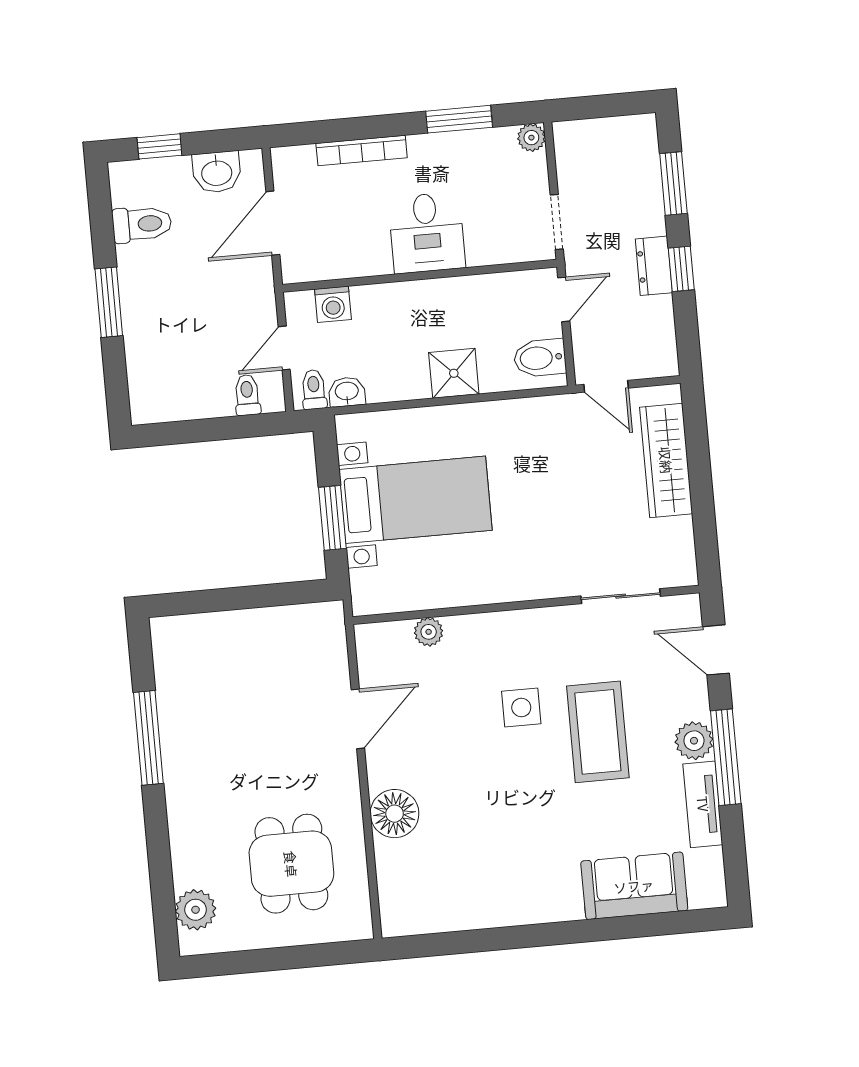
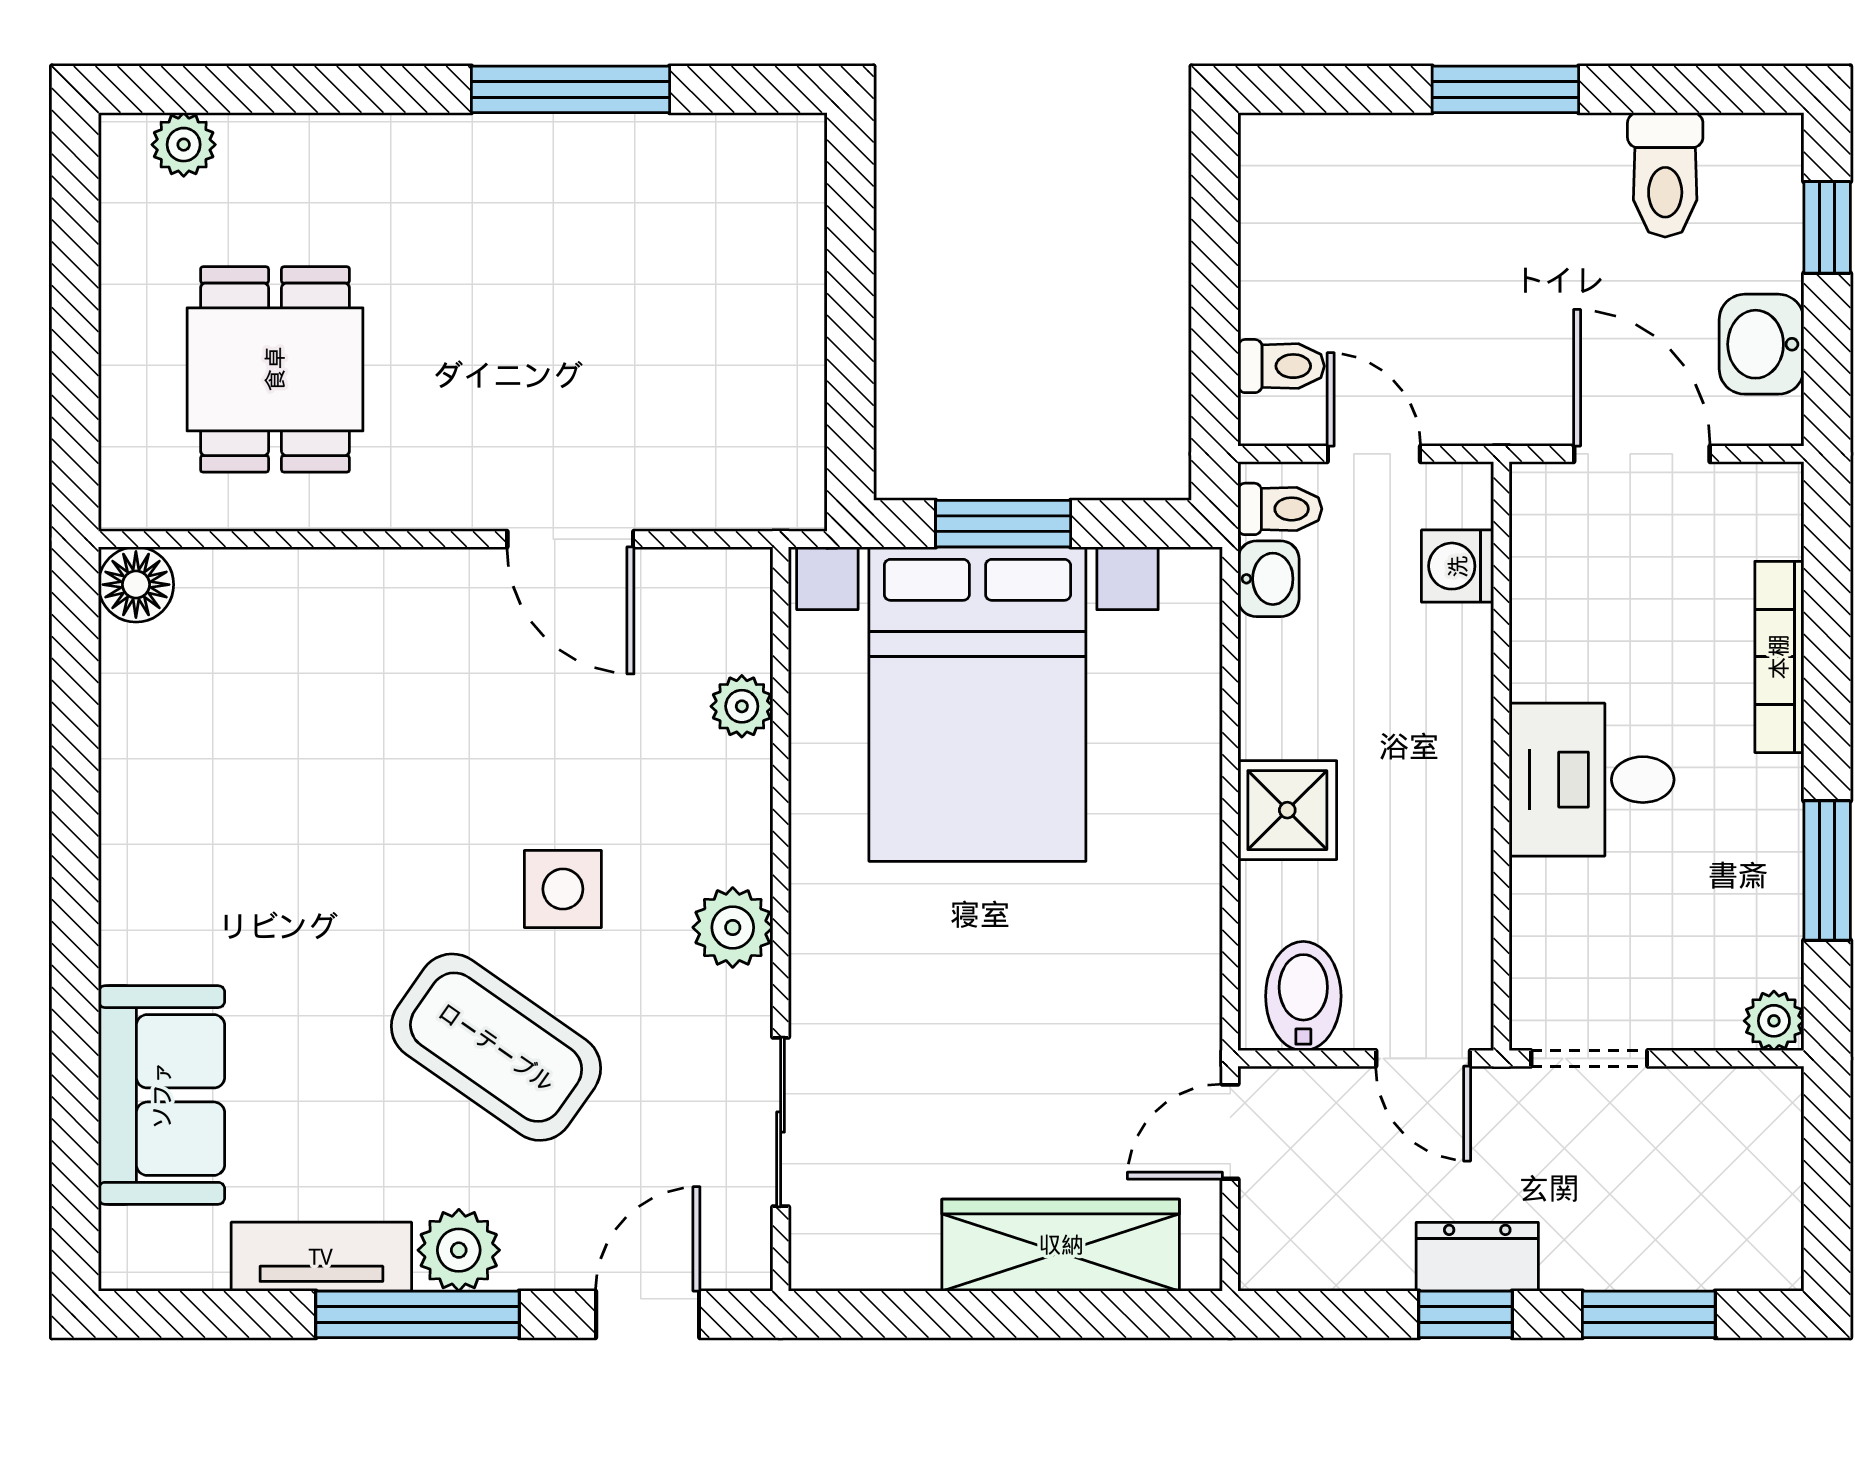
bed with nightstands: (416, 500) -> (977, 704), width x1.36
plant: (532, 627) -> (733, 927), added
coffee table: (598, 732) -> (496, 1047), turned 35
floor lamp: (395, 814) -> (136, 585), moved, width x0.73, depth x0.73
dining table: (291, 864) -> (275, 369), turned 90
plant: (196, 910) -> (184, 145), width x0.73, depth x0.73

